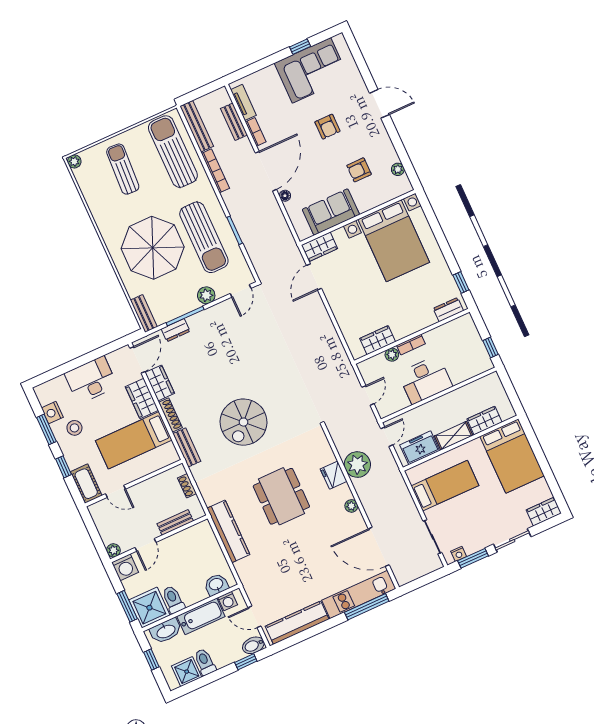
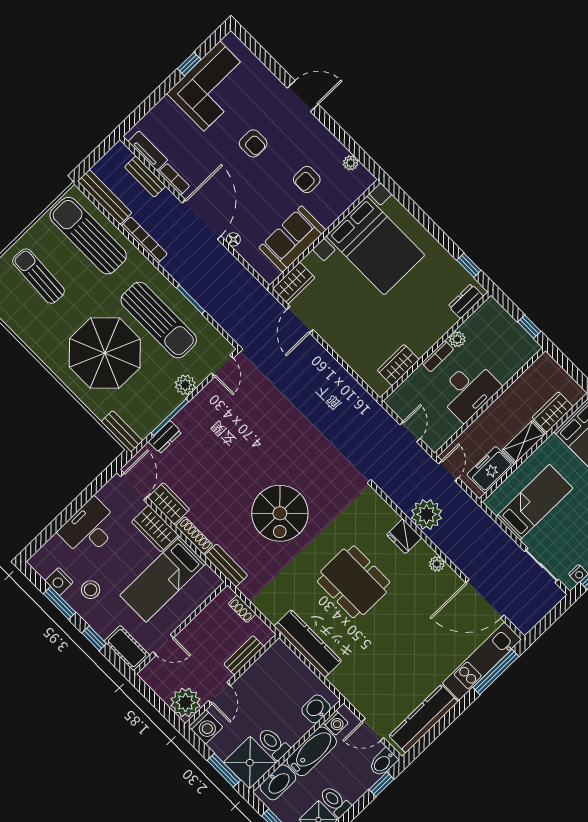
plant: (392, 355) -> (457, 339), moved
plant: (113, 550) -> (185, 702), width x1.88, depth x1.88

